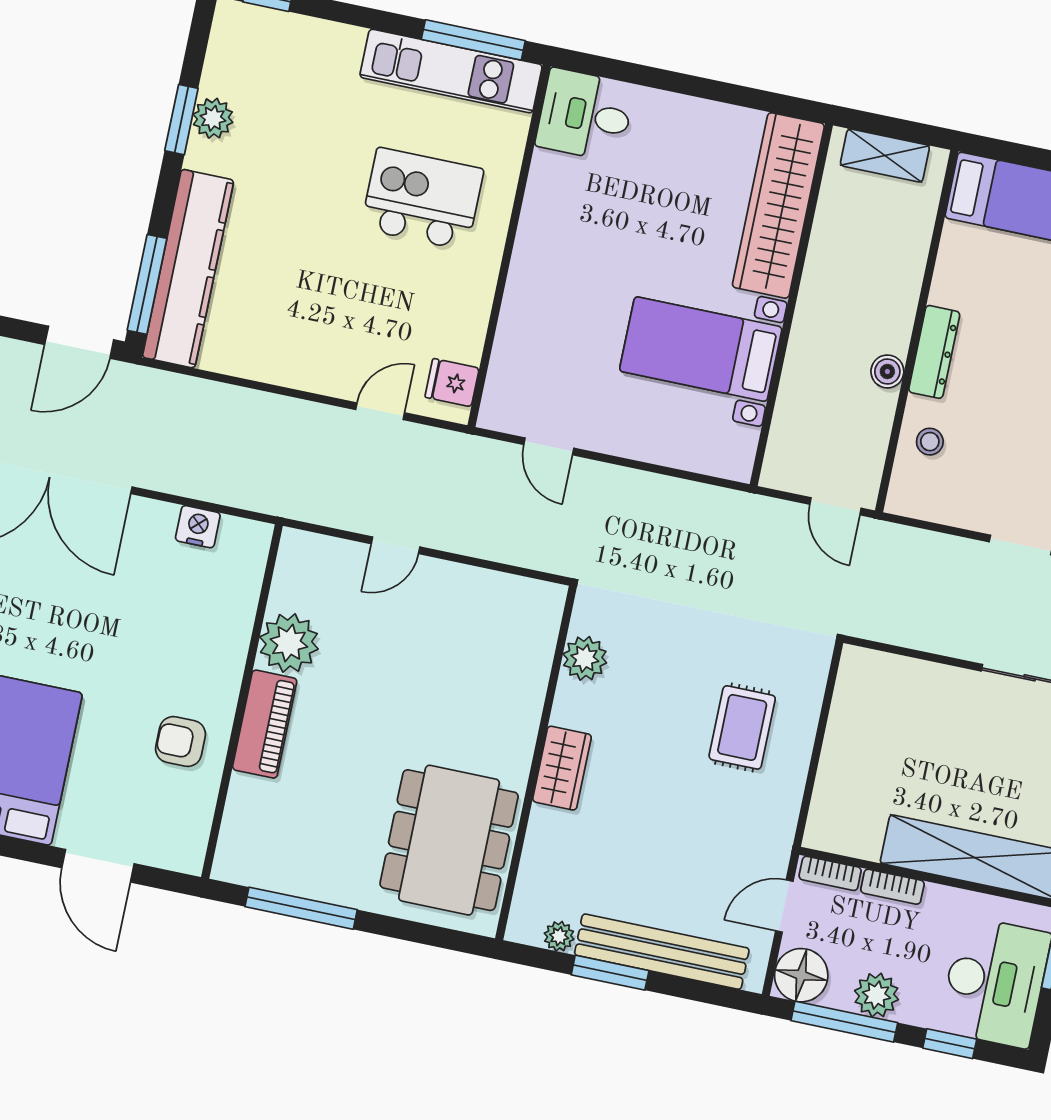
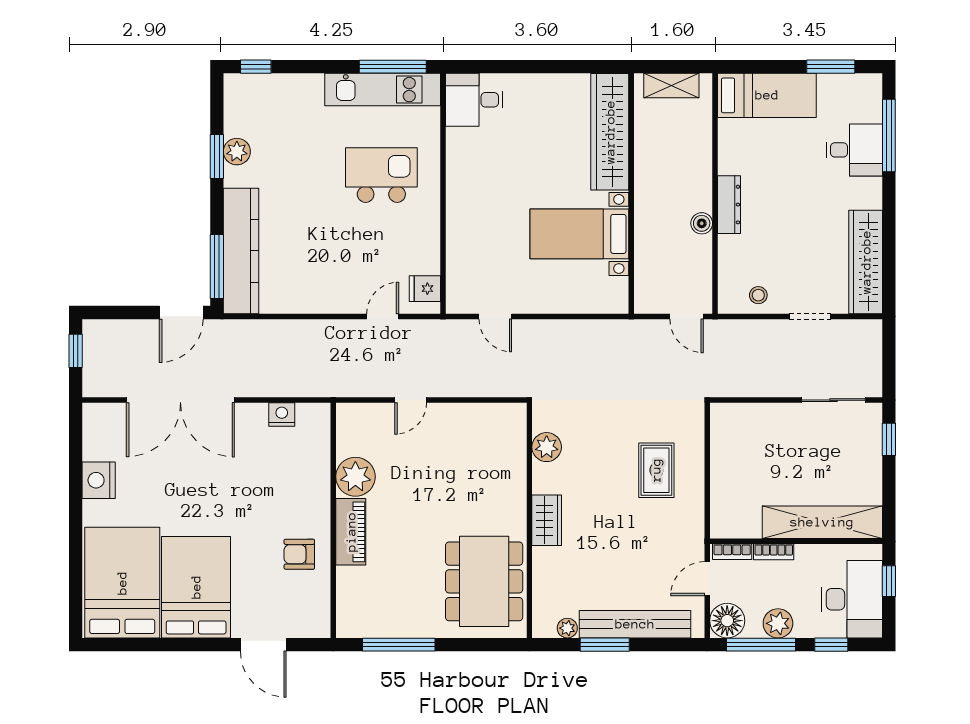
stool: (930, 442) -> (758, 295), moved

